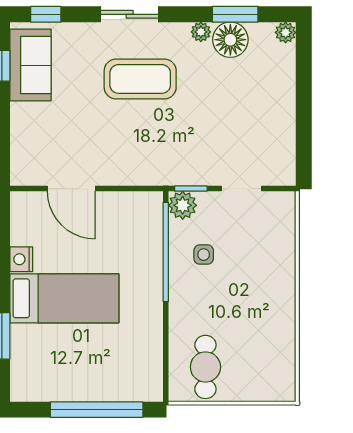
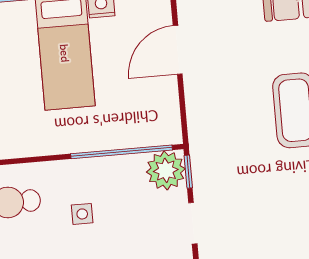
plant: (183, 205) -> (166, 170), width x1.36, depth x1.36
side table: (204, 255) -> (82, 214), moved

